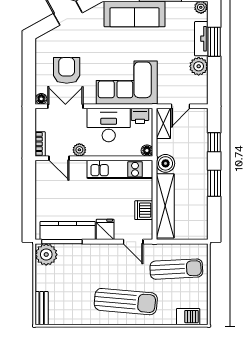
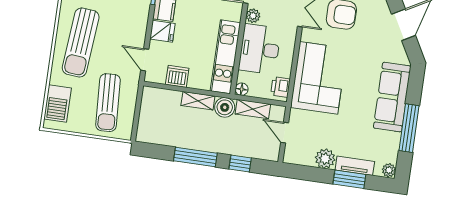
shelving: (163, 123) -> (253, 109), moved
desk: (109, 125) -> (260, 49), moved, turned 180
window: (214, 183) -> (195, 157), width x1.44
shelving: (165, 206) -> (198, 101), width x0.45, depth x0.75
door: (133, 242) -> (145, 60), hinge flipped
barbecue: (188, 317) -> (58, 103), width x1.38, depth x1.27

